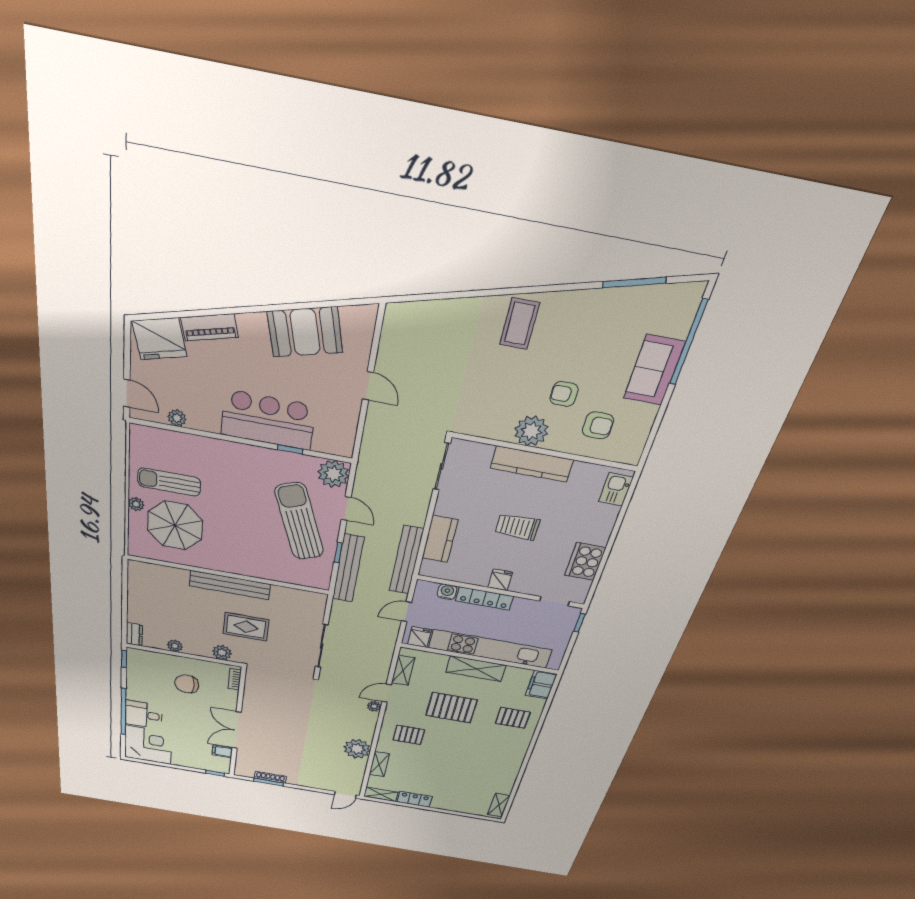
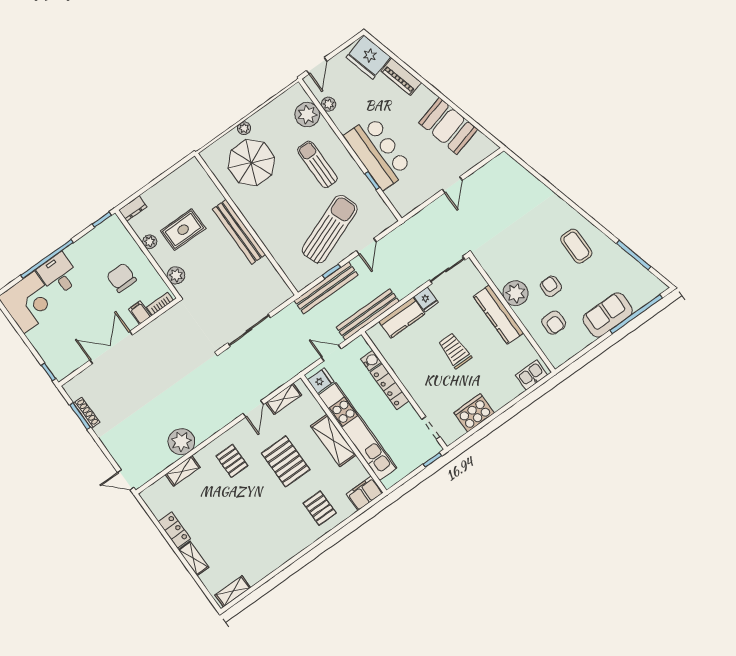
coffee table: (520, 324) -> (576, 246), moved, turned 90
plant: (333, 474) -> (307, 115), moved
sun lounger: (169, 482) -> (317, 164), moved
fridge: (500, 580) -> (426, 299), moved, turned 90
rug: (246, 627) -> (183, 230), moved, turned 90
door: (387, 693) -> (253, 409), swing flipped
plant: (374, 706) -> (233, 413), removed
filing cabinet: (222, 751) -> (140, 313), moved
shelving: (381, 794) -> (193, 558), moved

